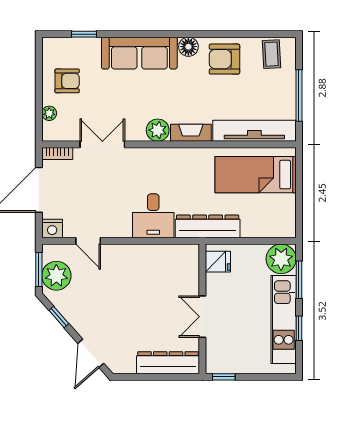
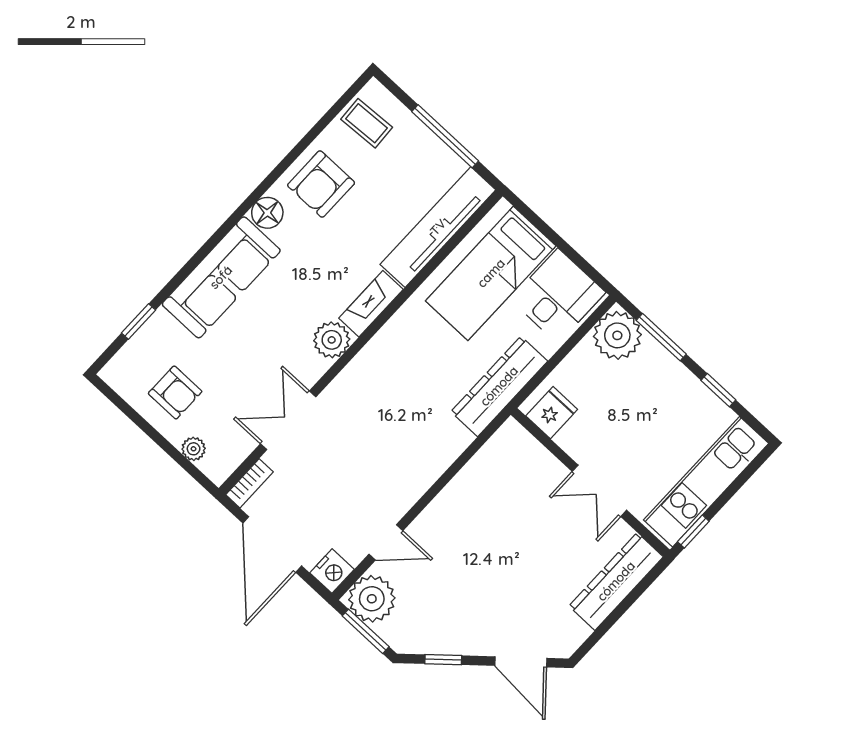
armchair: (67, 81) -> (175, 392), turned 90
desk: (153, 216) -> (558, 296), moved, turned -90
plant: (56, 276) -> (372, 599), moved
kitchen unit: (284, 319) -> (706, 482), moved, turned 90

